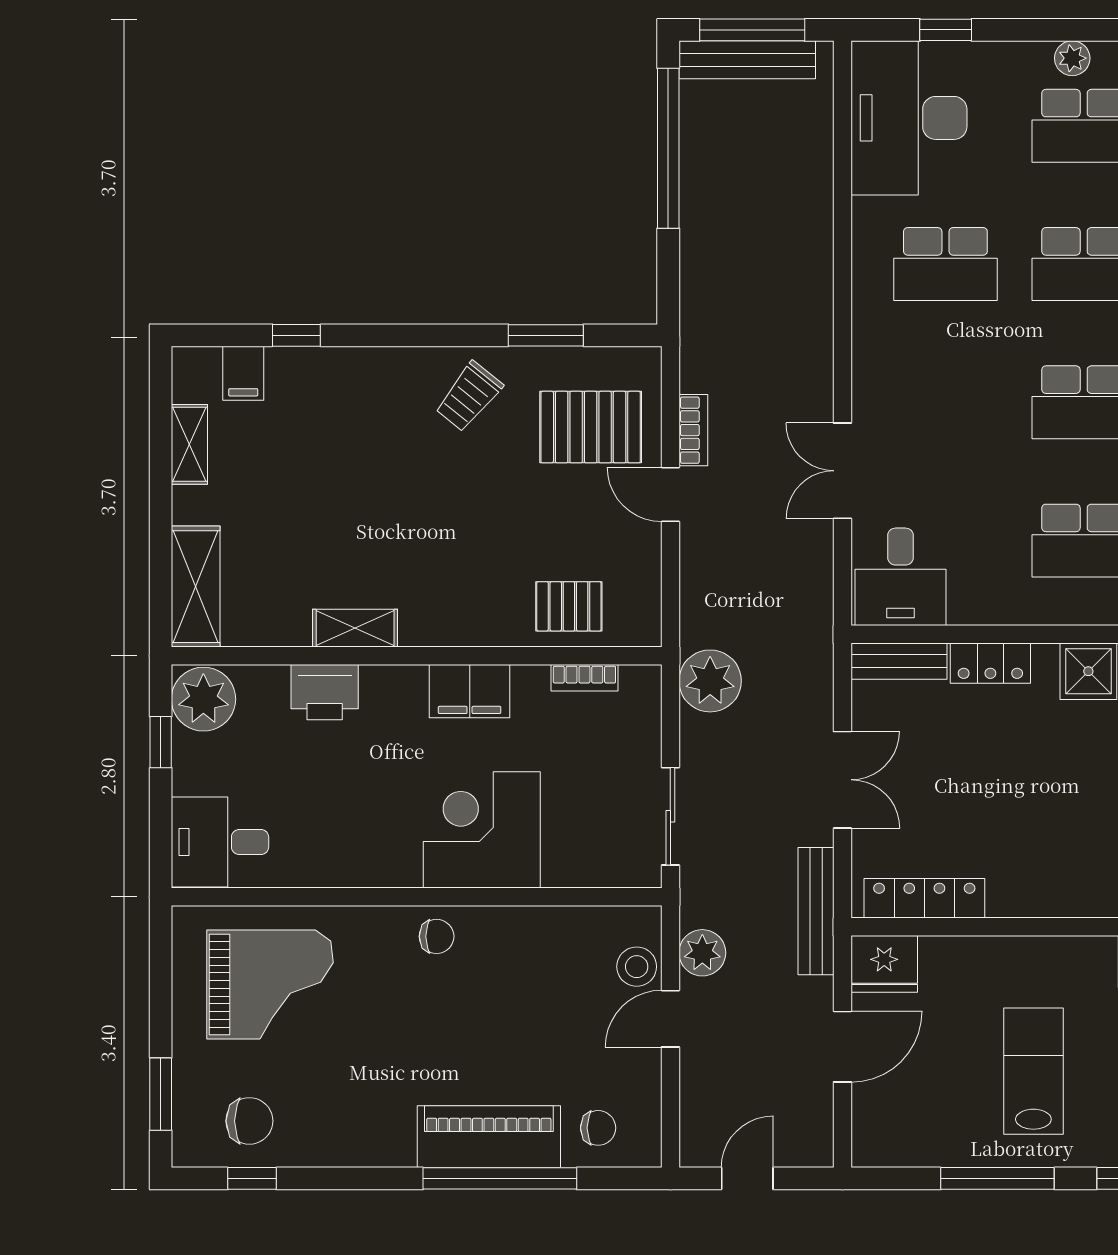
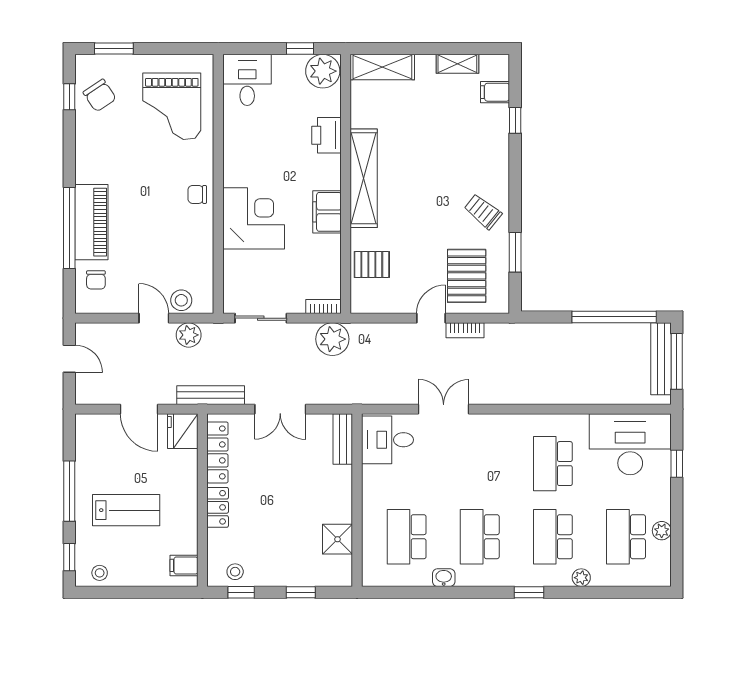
pallet: (569, 606) -> (372, 264), turned 90
shelving: (355, 628) -> (364, 178), width x2.20, depth x1.33
locker: (990, 663) -> (218, 507), moved, turned 180
bookcase: (584, 678) -> (323, 307), moved, turned 90
chair: (437, 936) -> (197, 194), turned 90
chair: (249, 1121) -> (100, 95), turned -34

